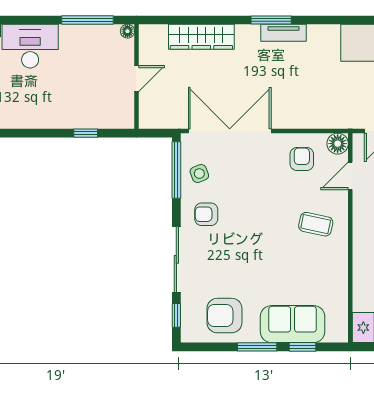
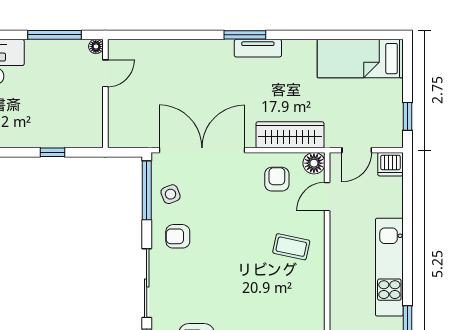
wardrobe: (201, 37) -> (290, 135), moved, turned 180
door: (137, 79) -> (105, 73), moved

